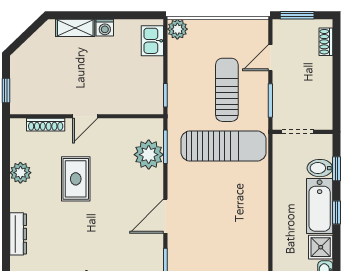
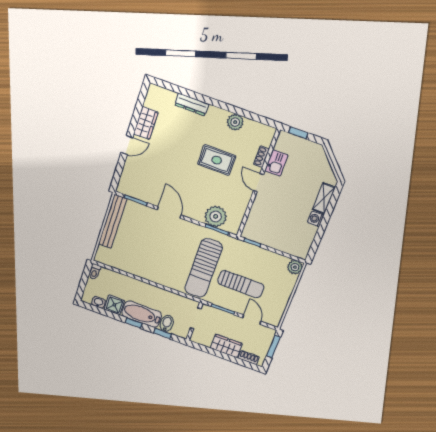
kitchen sink: (152, 41) -> (276, 163), moved, turned 90
wardrobe: (321, 78) -> (226, 346), added
shoe rack: (46, 125) -> (261, 157), width x0.70

